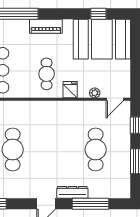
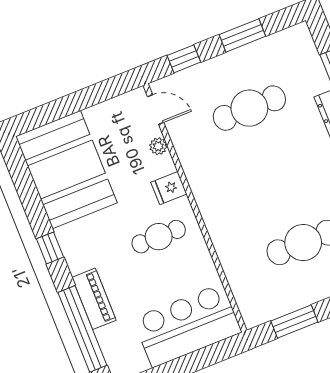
window: (98, 14) -> (50, 248), moved
piano: (46, 26) -> (94, 299), moved

